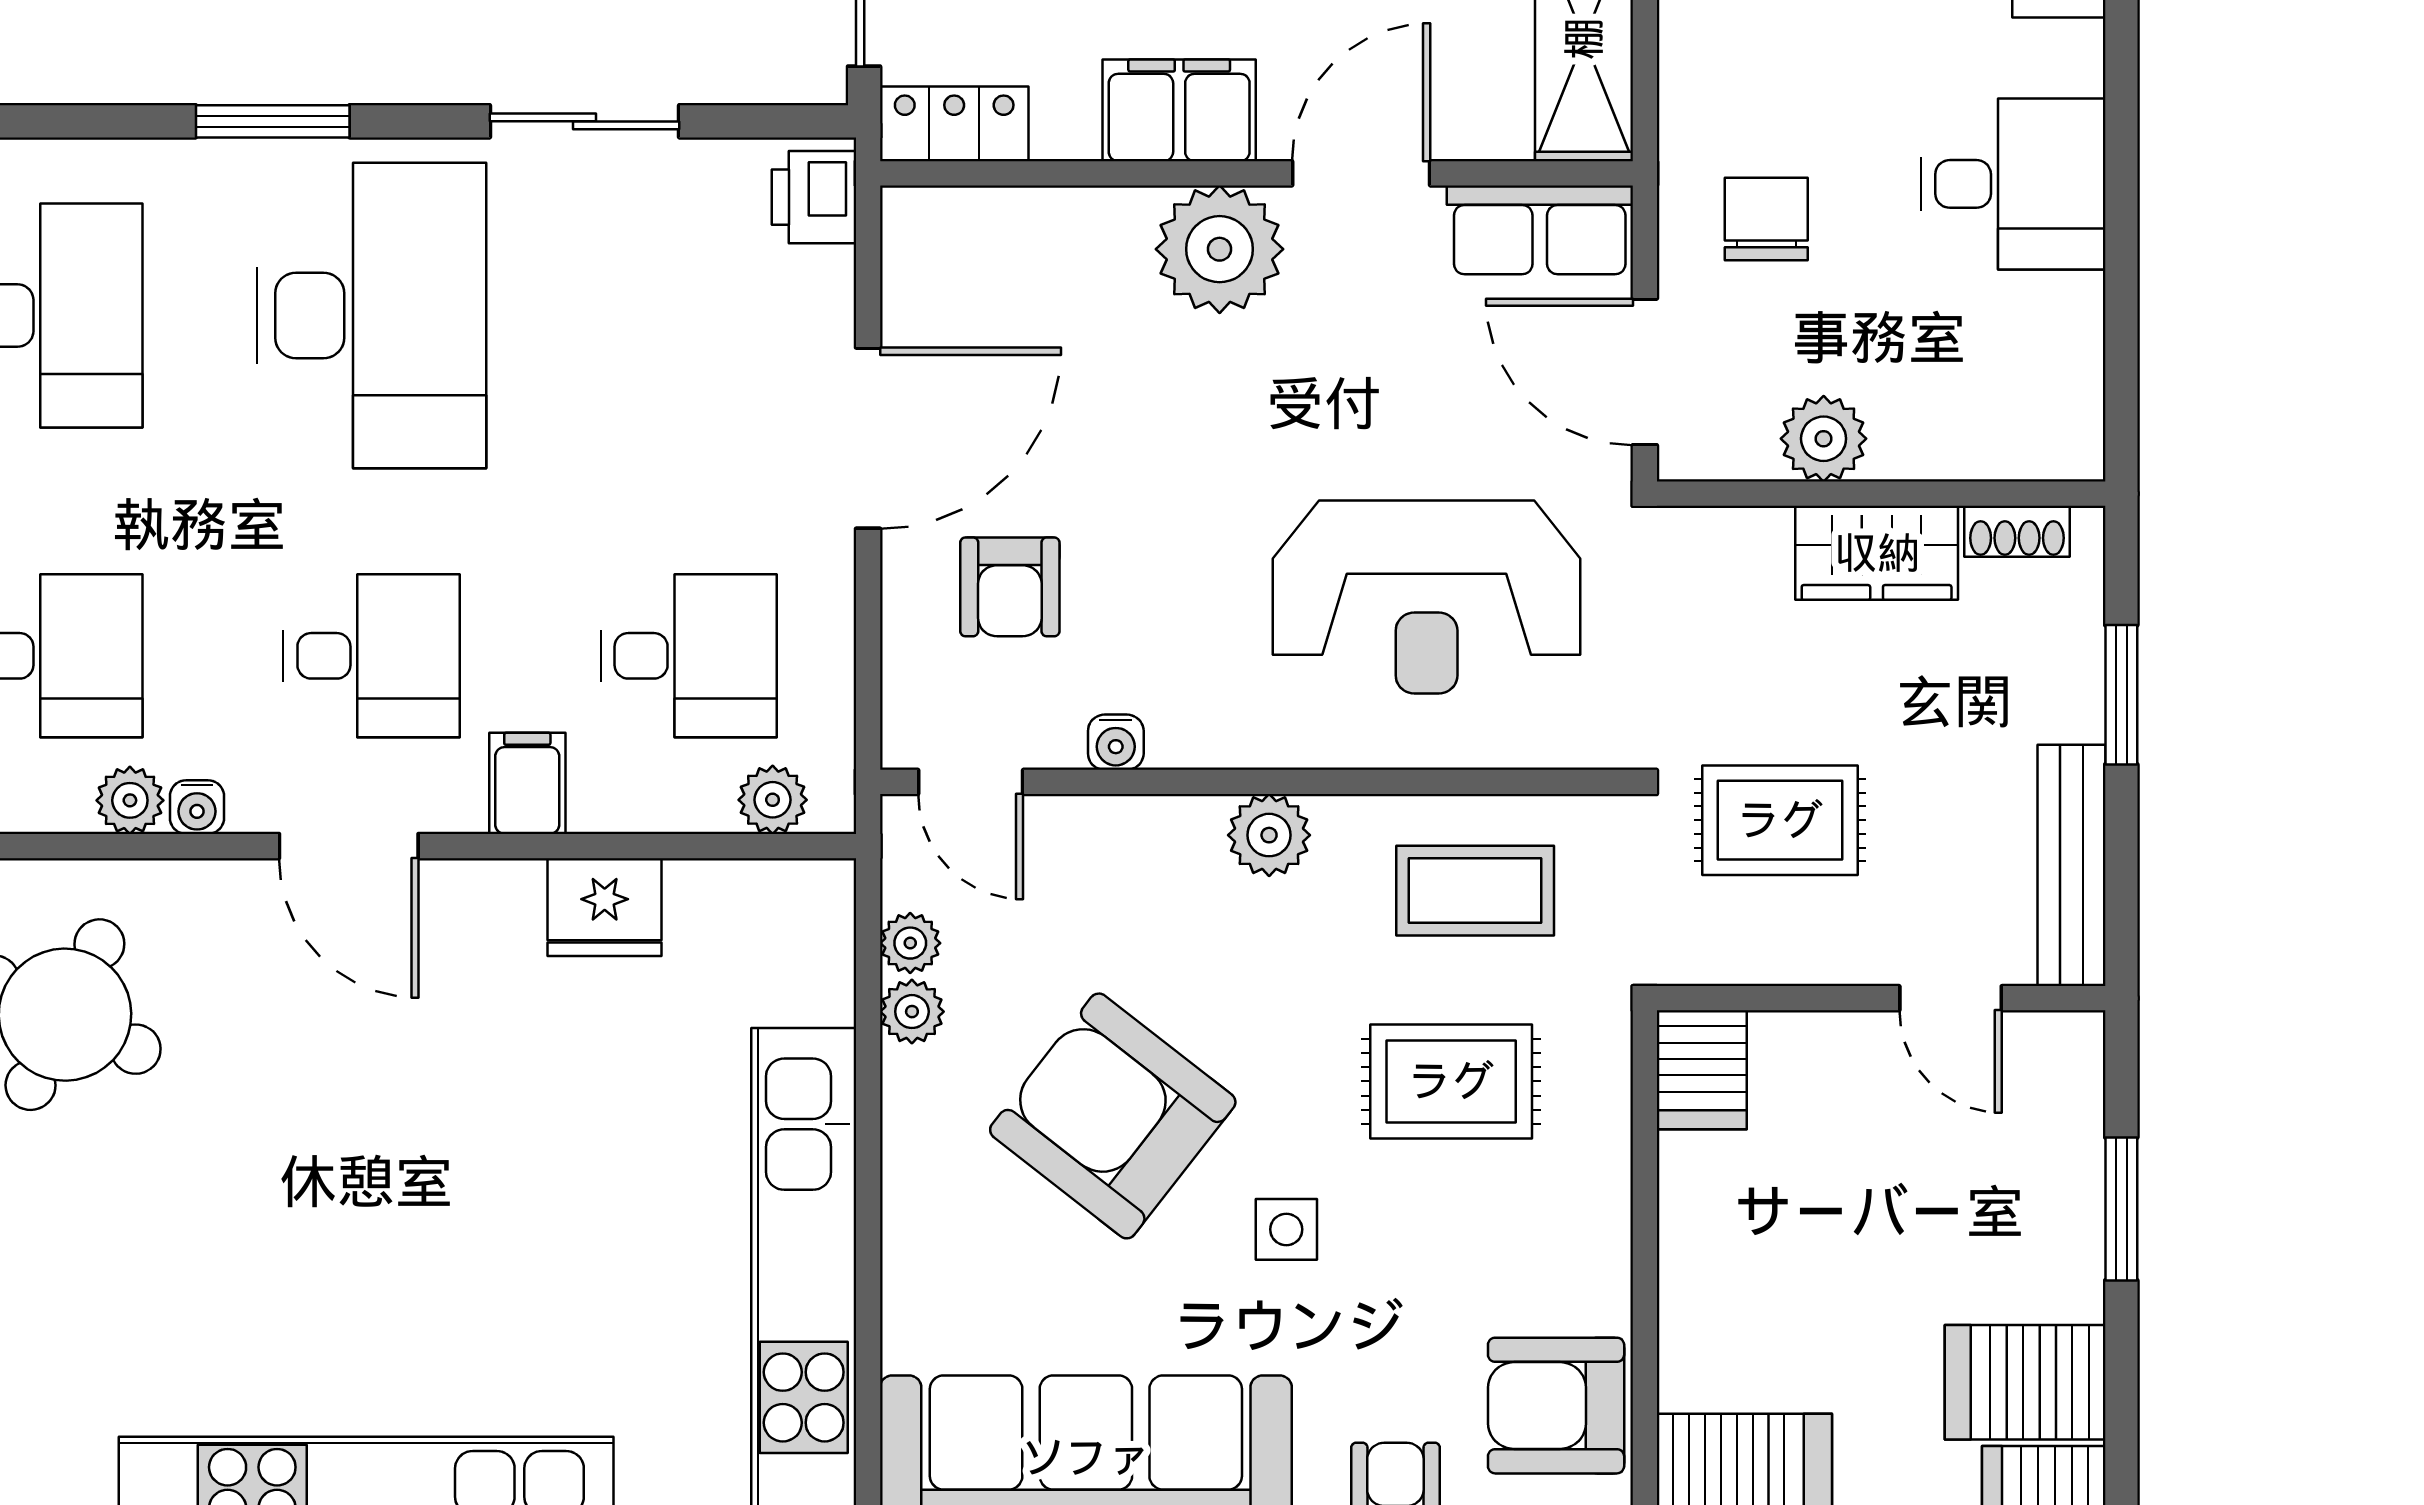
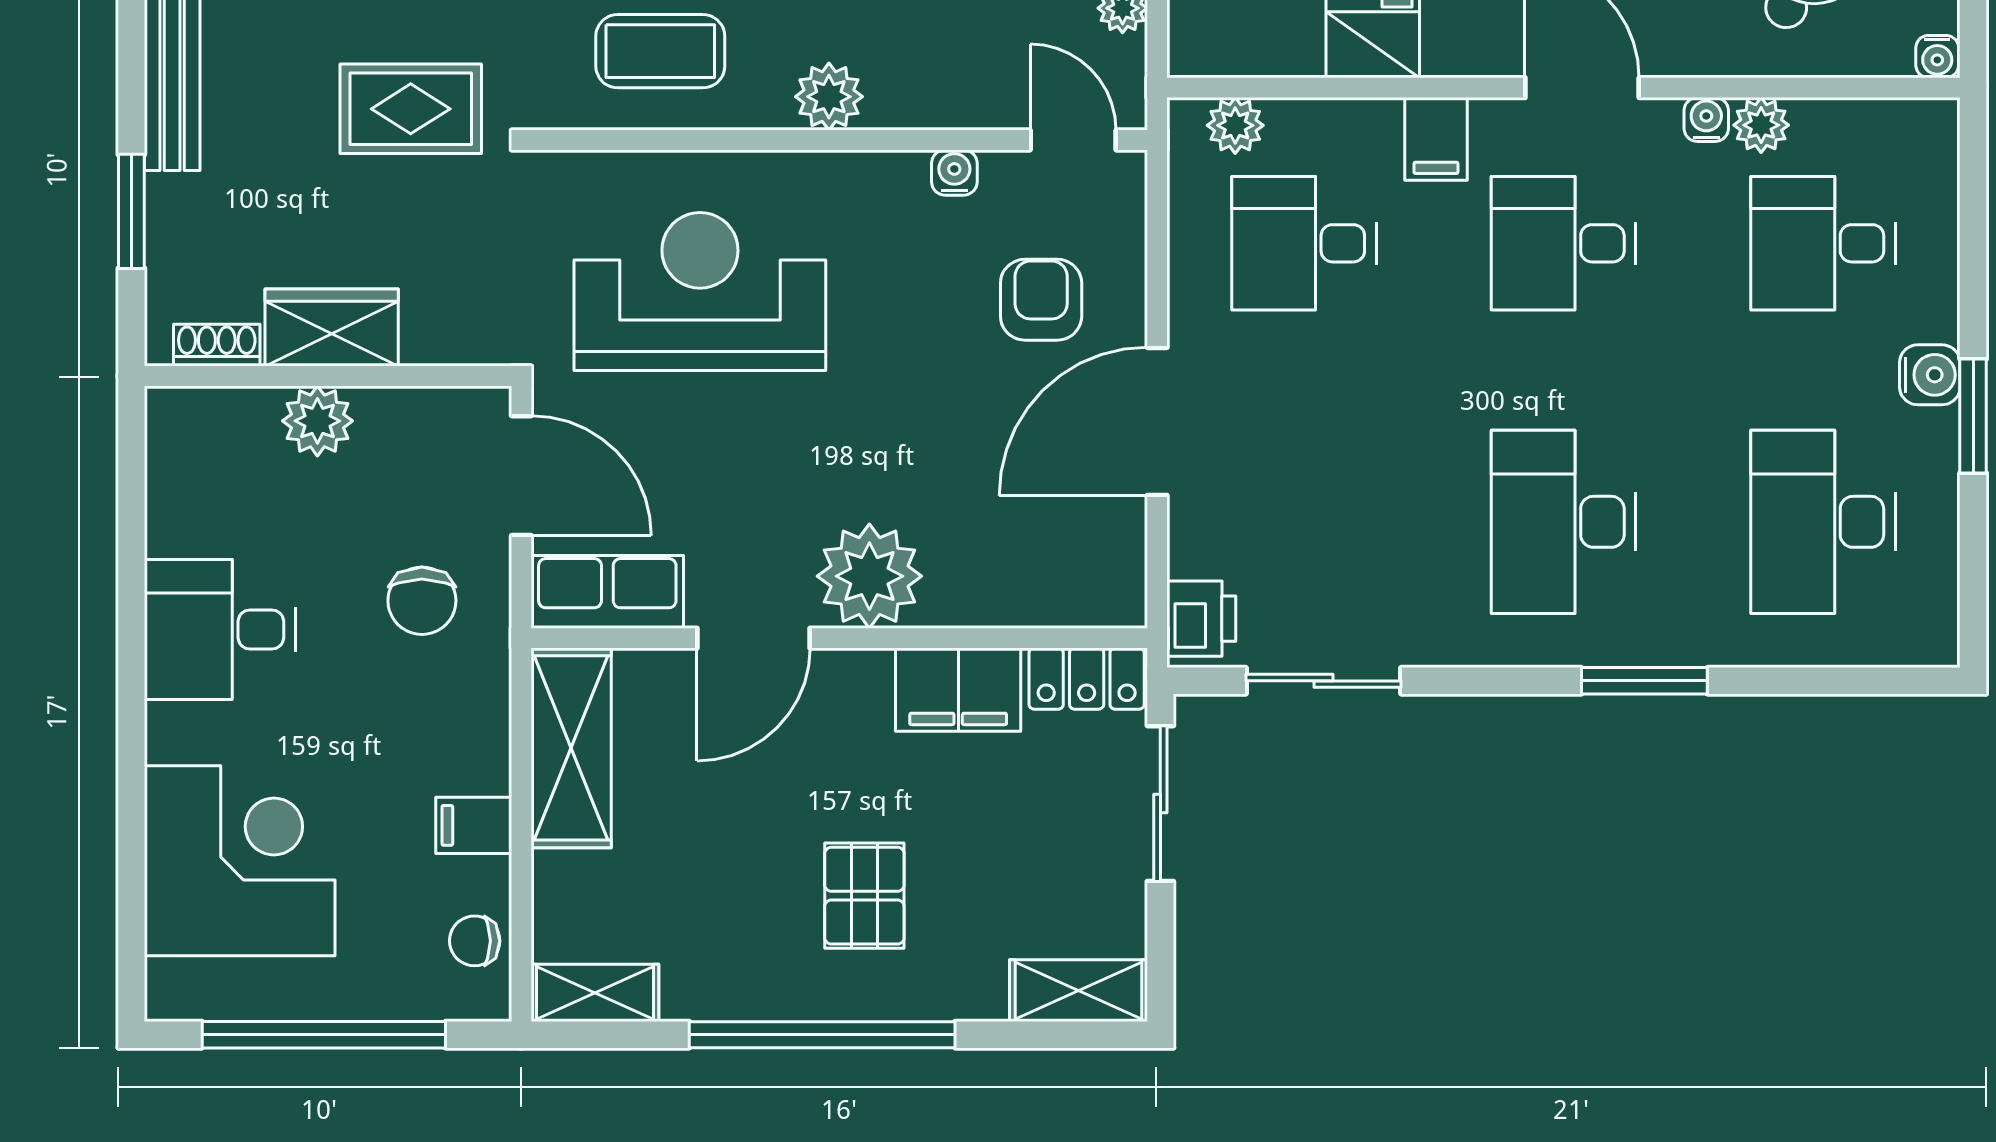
filing cabinet: (1179, 110) -> (958, 690), moved
sliding door: (585, 121) -> (1323, 681), moved
desk: (372, 316) -> (1563, 522), width x0.73, depth x0.77
plant: (1824, 439) -> (317, 421), moved

